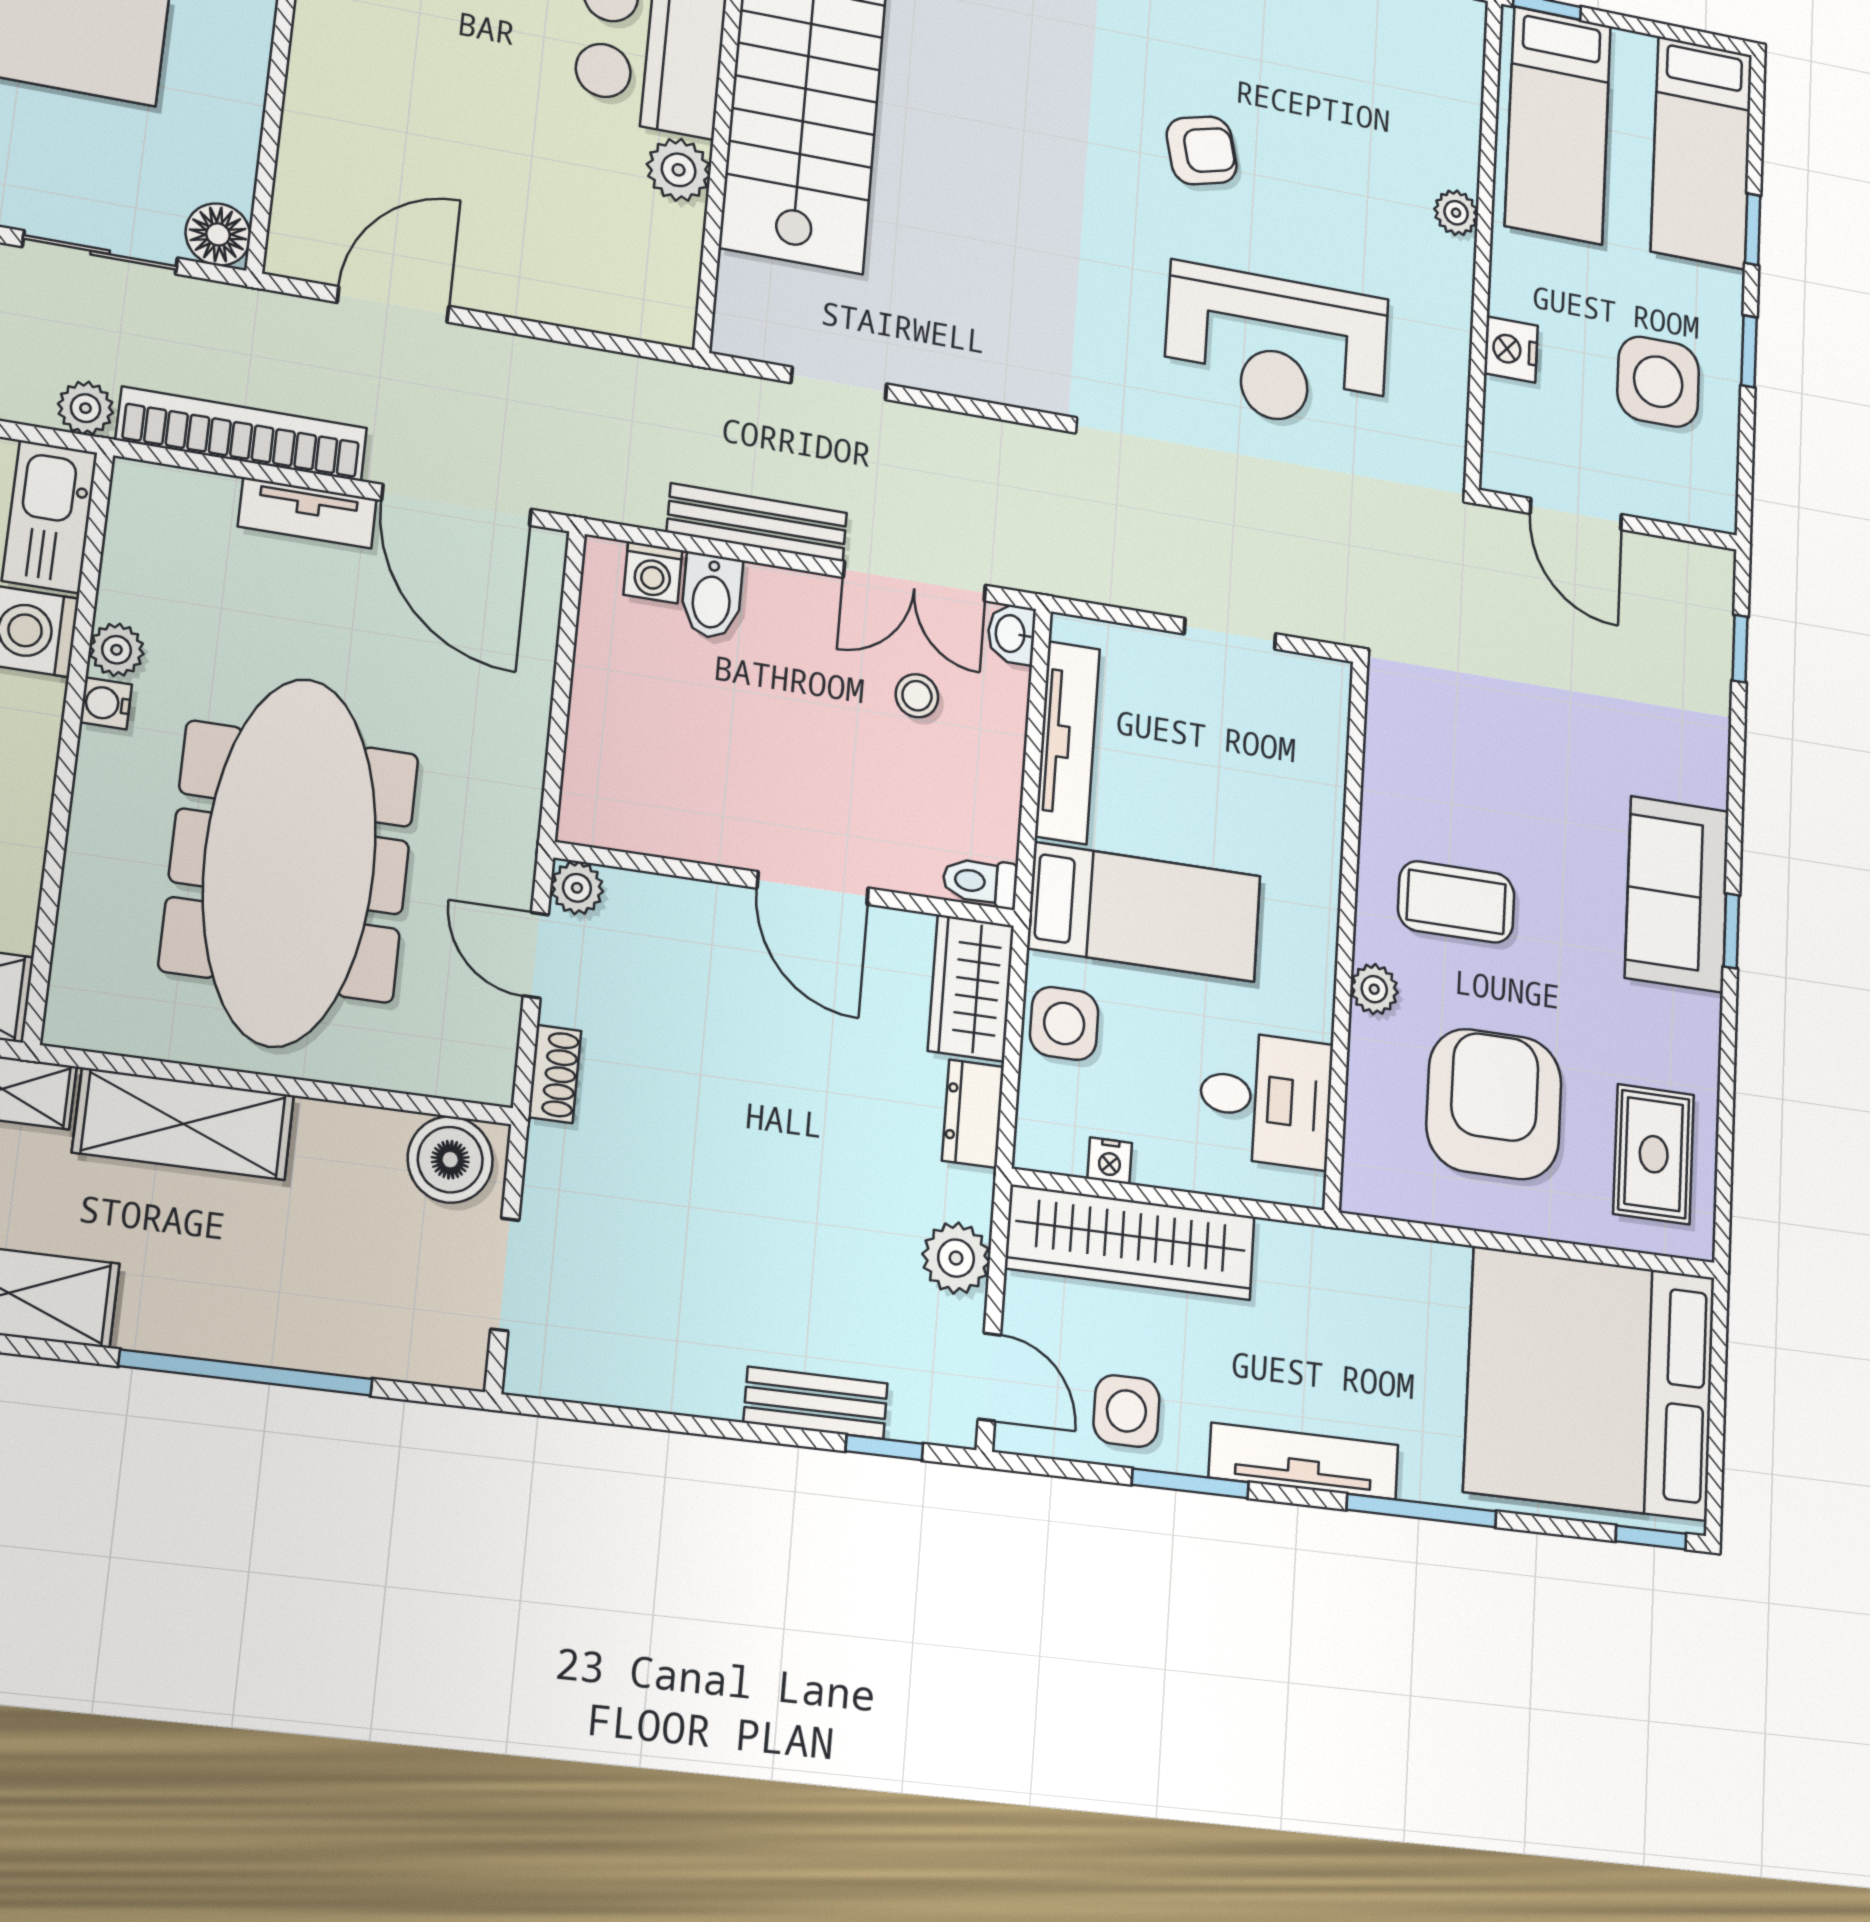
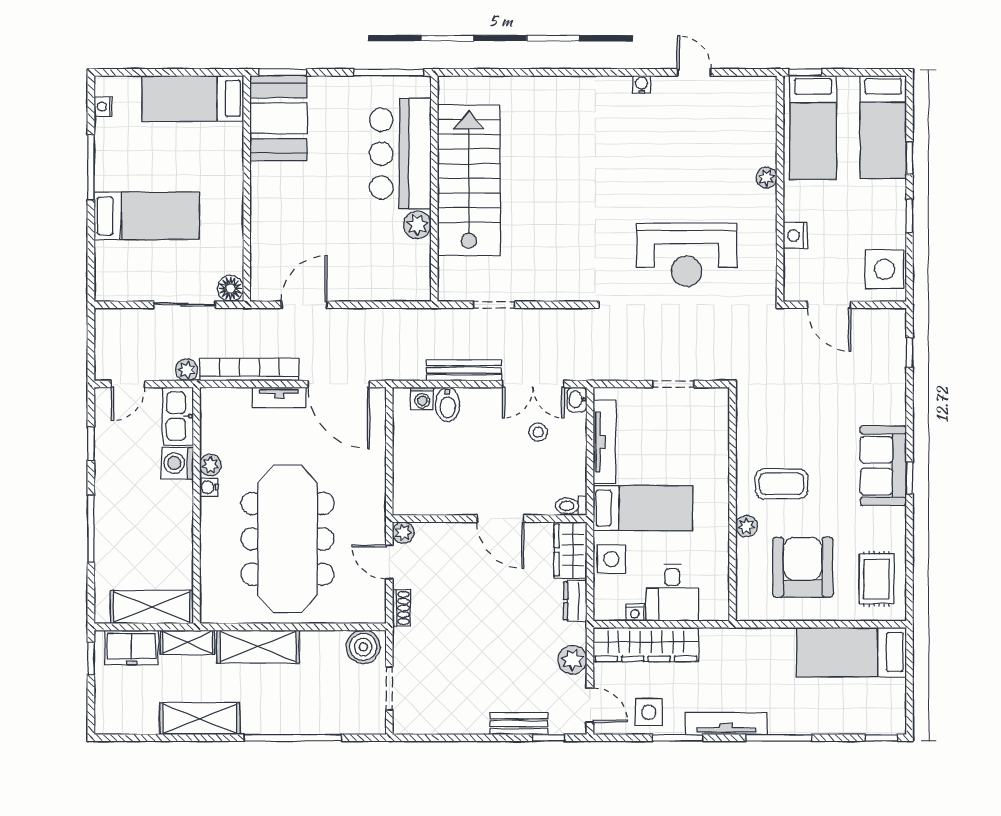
armchair: (1202, 150) -> (647, 172), removed
side table: (1658, 382) -> (884, 269), moved
desk: (1266, 1099) -> (672, 593), moved, turned 90
bed: (1590, 1384) -> (851, 652), width x0.49

